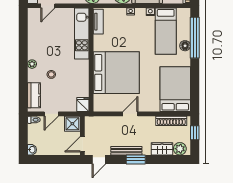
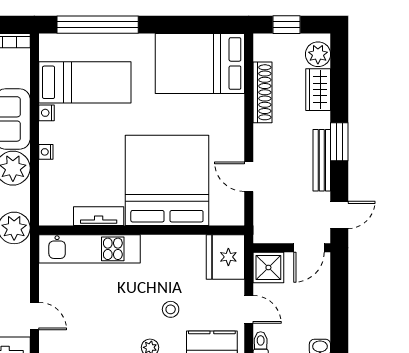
tv unit: (98, 22) -> (99, 216), moved
floor lamp: (185, 46) -> (114, 44), removed
fridge: (83, 104) -> (225, 257), width x1.88, depth x1.34
door: (130, 114) -> (249, 177), moved
shoe rack: (171, 121) -> (263, 92), moved
door: (82, 144) -> (309, 248), hinge flipped
door: (99, 159) -> (339, 215), hinge flipped

